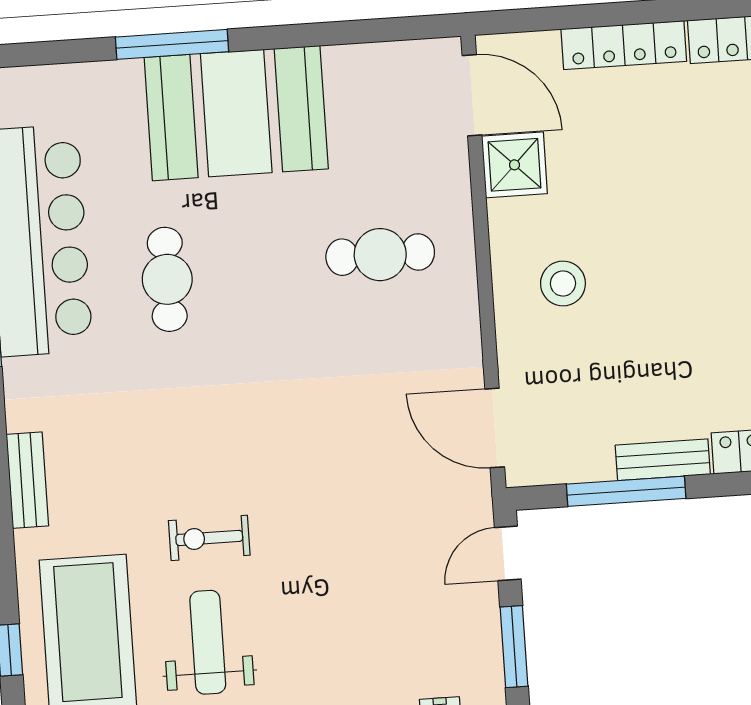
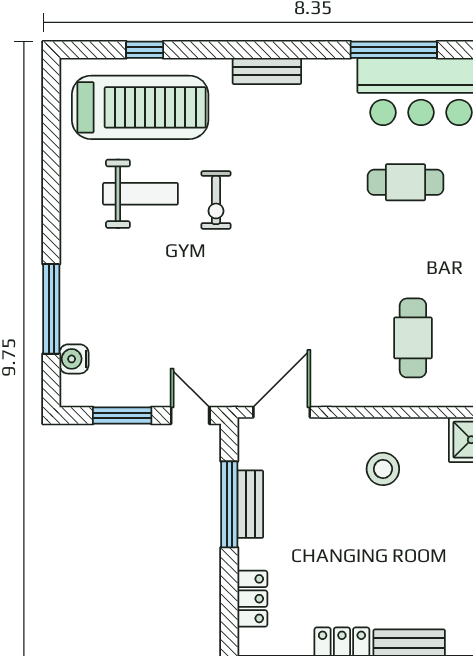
bench: (663, 460) -> (250, 504), moved
exercise bike: (209, 538) -> (216, 200), turned 180

